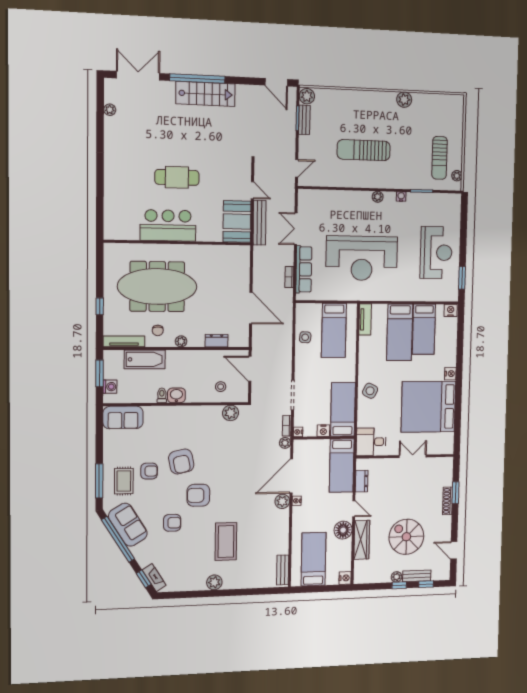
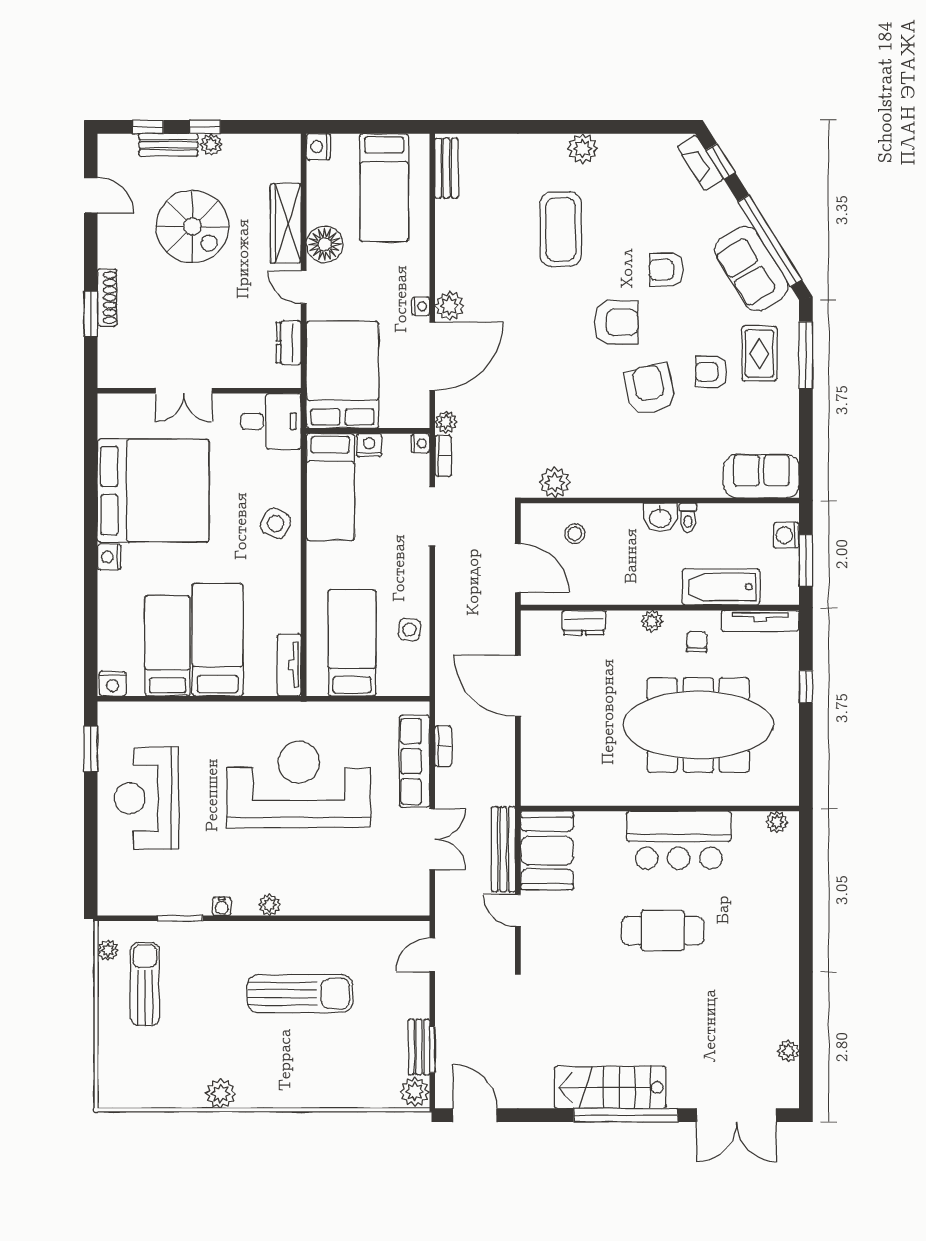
plant: (116, 234) -> (777, 822), added
bed: (342, 466) -> (342, 375), width x1.50

